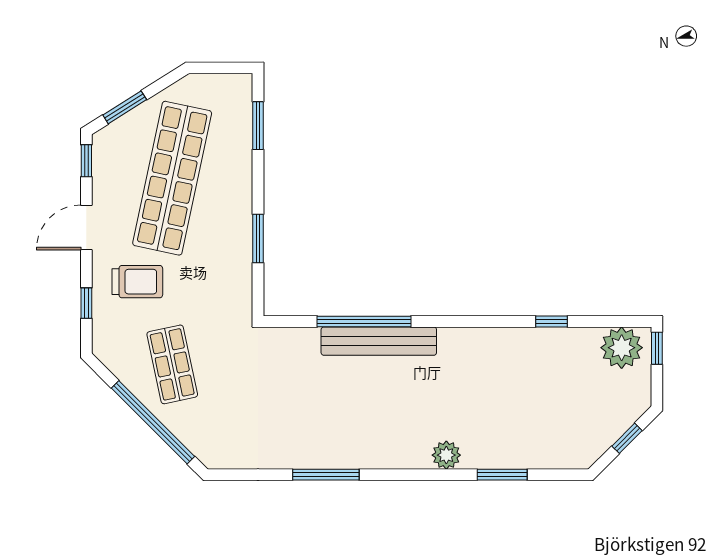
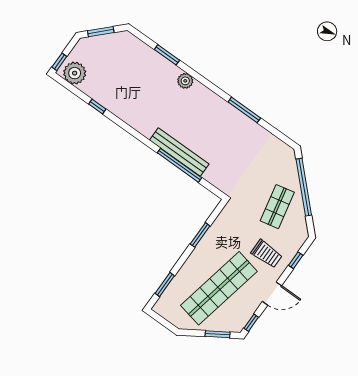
trolley: (137, 282) -> (267, 254), turned 180
window: (627, 438) -> (101, 32), width x1.50

